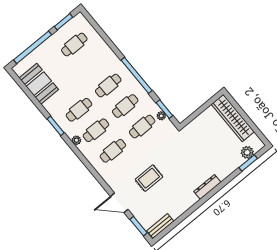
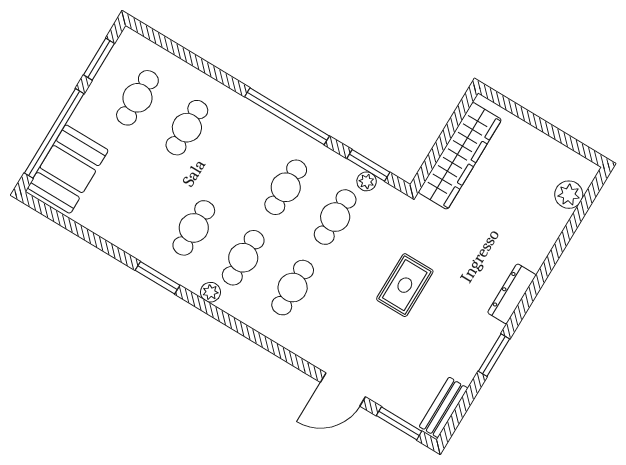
booth: (39, 84) -> (68, 169), moved, turned 90
cafe table: (108, 86) -> (187, 128), moved
wardrobe: (233, 118) -> (460, 156), moved, turned -90
window: (248, 163) -> (494, 355), moved
rug: (149, 178) -> (405, 285), moved

